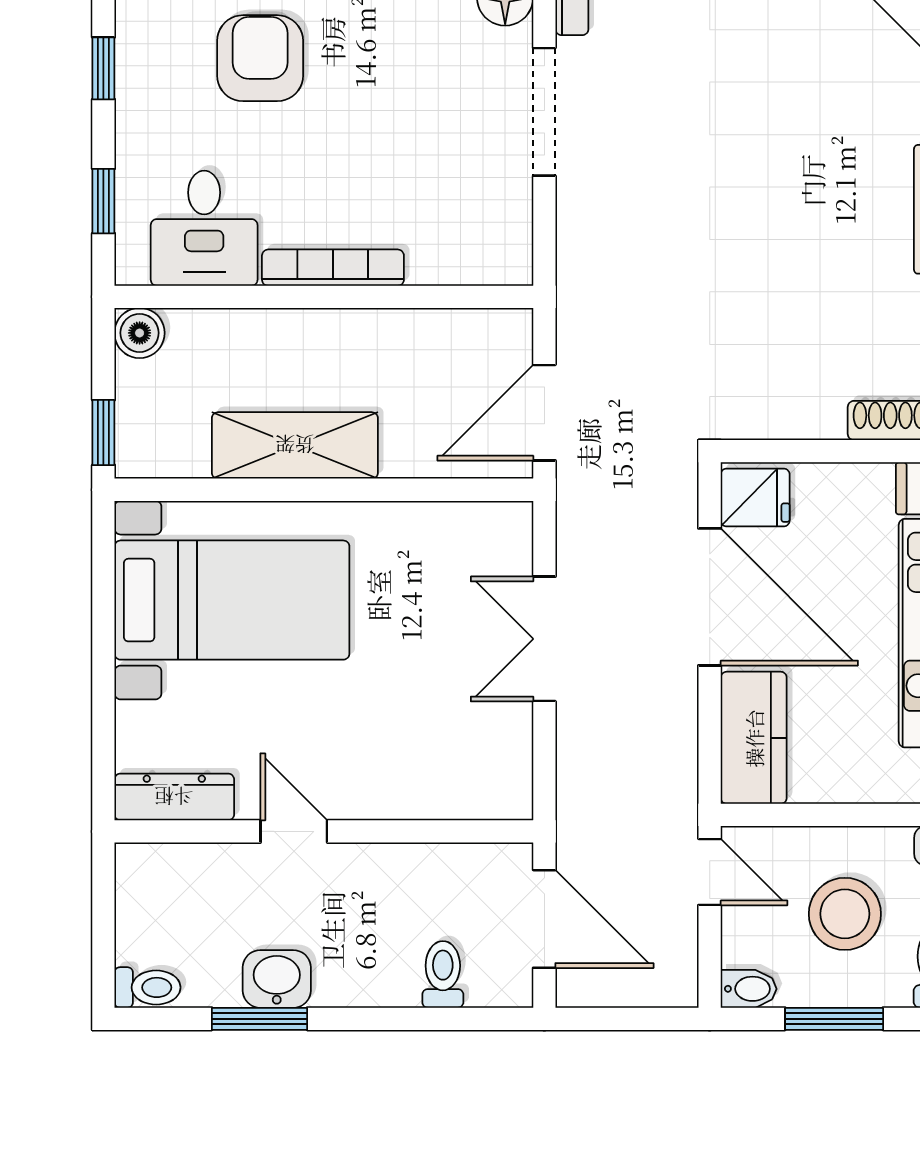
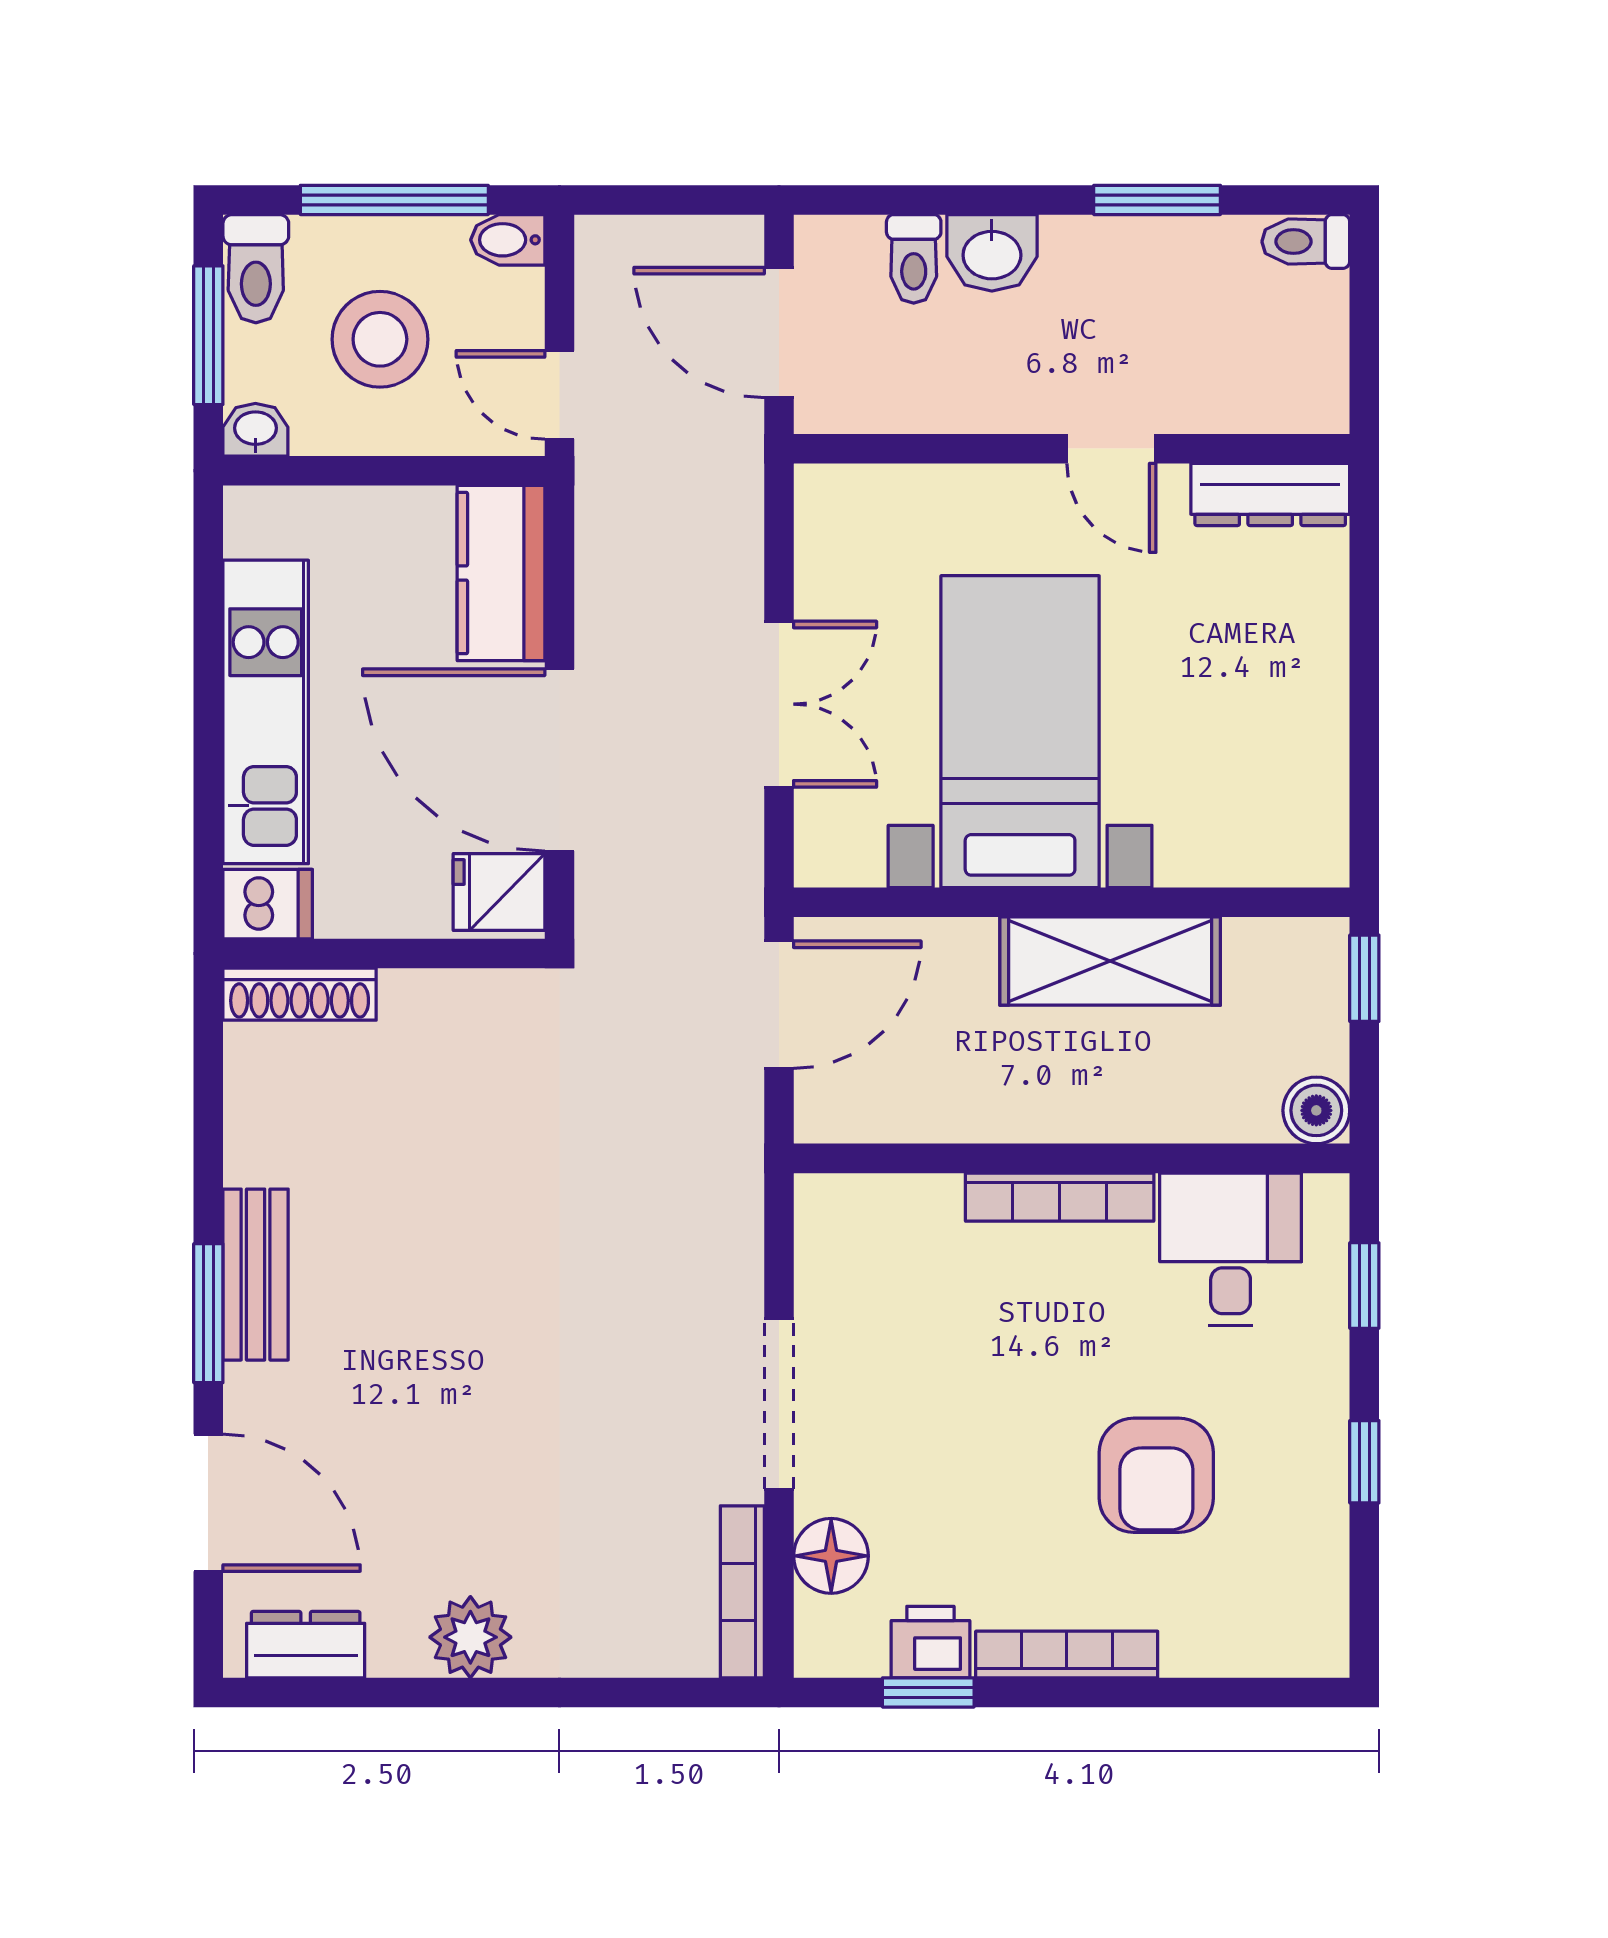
bed with nightstands: (232, 600) -> (1020, 732), moved, turned 90
washbasin: (277, 979) -> (992, 253), moved
window: (834, 1019) -> (394, 200), width x1.44

